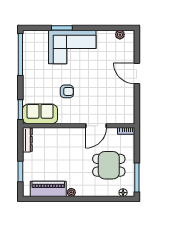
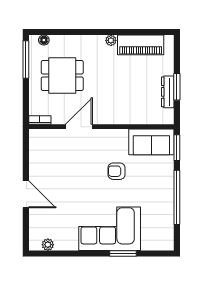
window: (20, 54) -> (177, 197), moved
dresser: (27, 140) -> (168, 92), moved
window: (20, 172) -> (177, 87), moved

